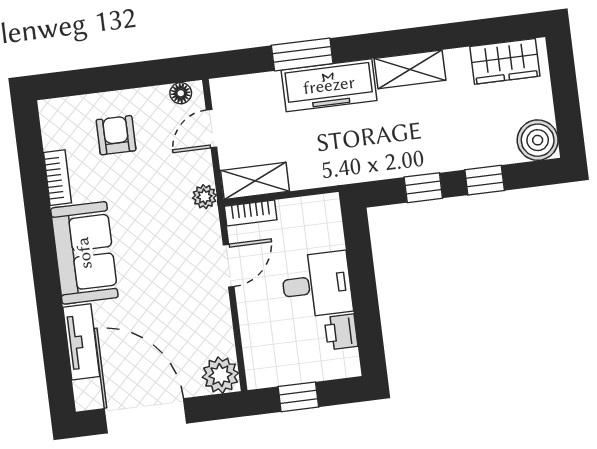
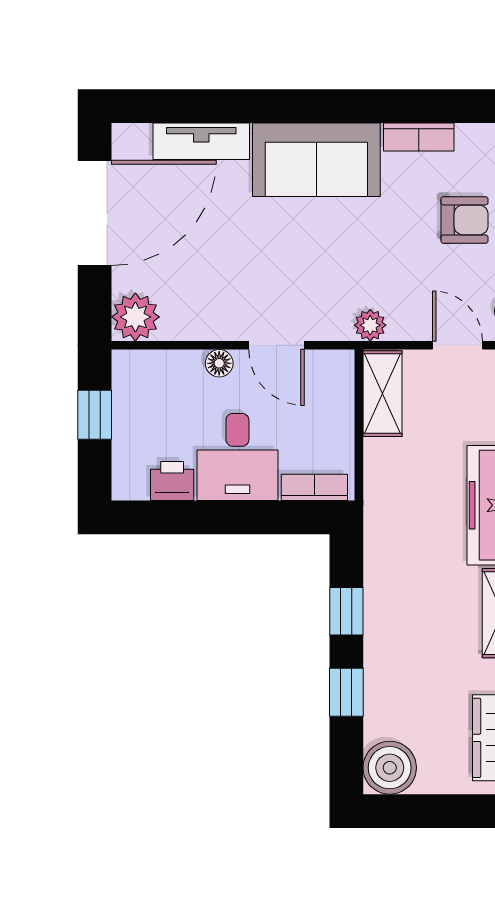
bookcase: (251, 213) -> (314, 487), moved, turned 90
floor lamp: (248, 307) -> (219, 363), added

